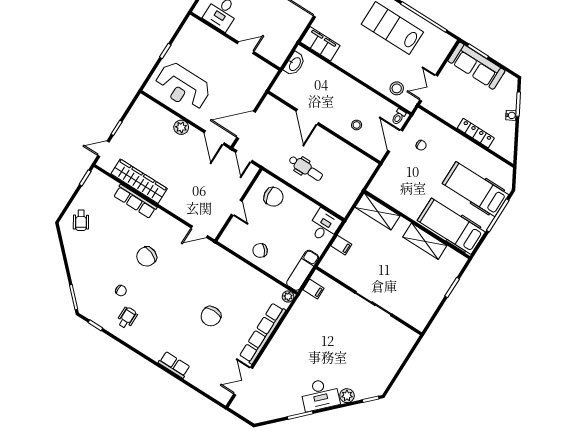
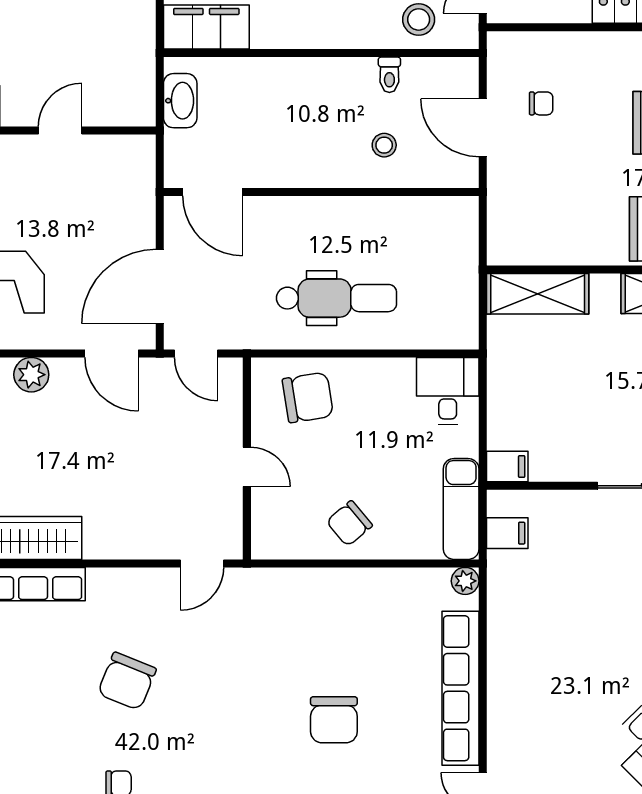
door: (307, 117) -> (213, 192), moved
toilet: (399, 117) -> (389, 75), moved
dental chair: (306, 168) -> (337, 298), width x1.36, depth x1.38
filing cabinet: (341, 245) -> (507, 466), moved

